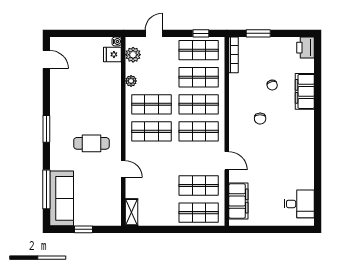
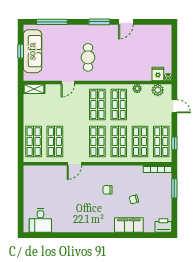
door: (46, 59) -> (126, 22), moved
sofa: (62, 198) -> (32, 51), moved, turned -90
filing cabinet: (238, 201) -> (43, 173), removed

